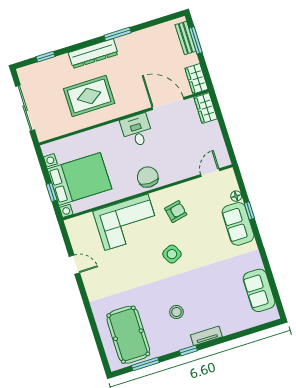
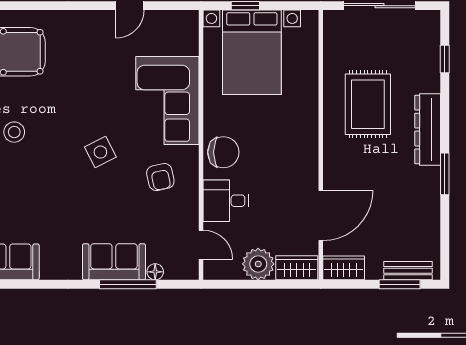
desk: (137, 130) -> (226, 201), moved, turned 180
plant: (211, 133) -> (258, 264), added
window: (249, 211) -> (128, 284), width x2.17

